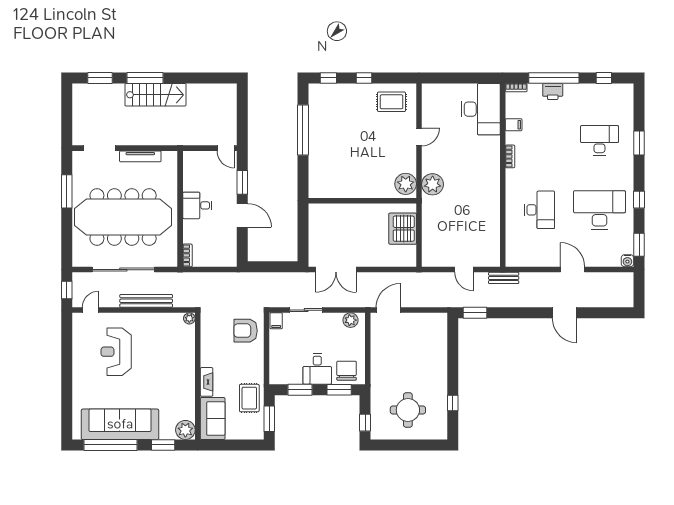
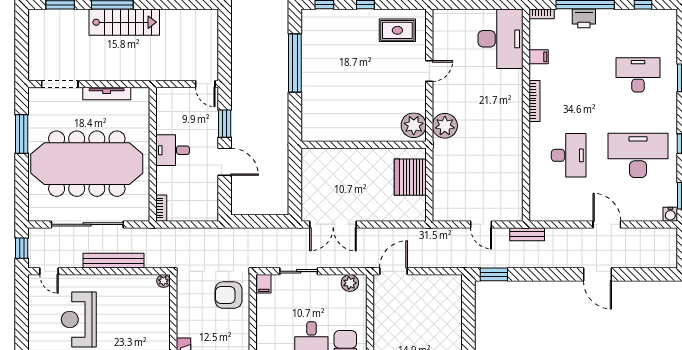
bookcase: (510, 156) -> (534, 101), width x1.56
door: (90, 310) -> (49, 271), swing flipped

